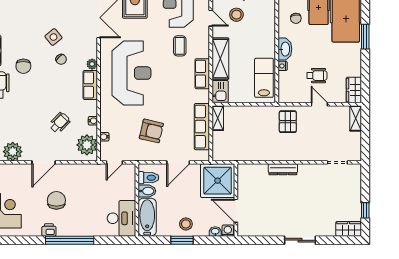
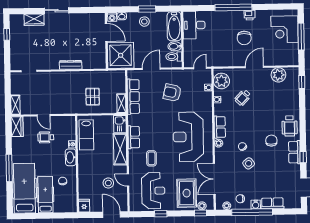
window: (365, 37) -> (9, 168), width x1.44
pallet: (288, 122) -> (93, 97), moved
wardrobe: (349, 229) -> (34, 20), moved

